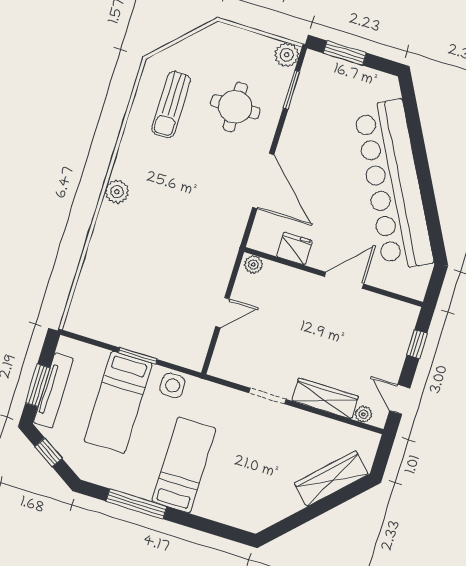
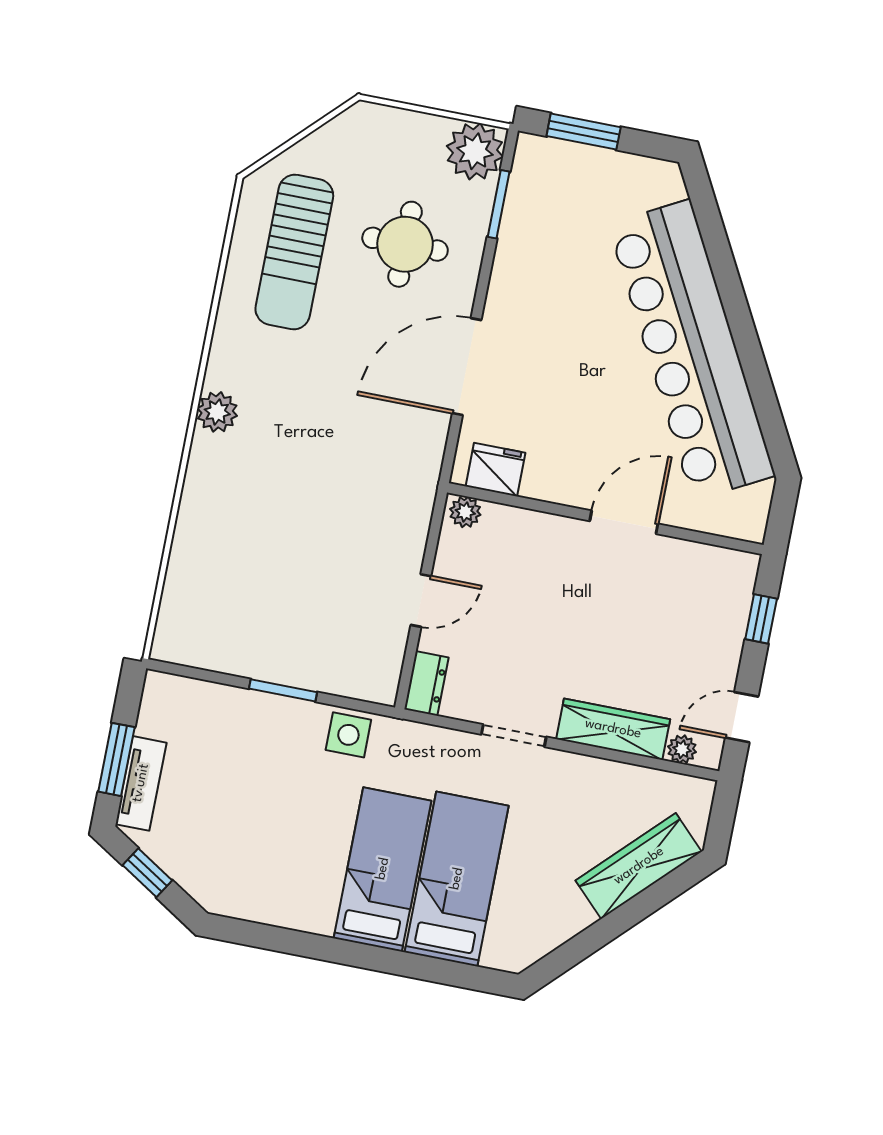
plant: (287, 55) -> (475, 151), width x1.36, depth x1.36
sun lounger: (171, 105) -> (294, 252), width x1.36, depth x1.34
door: (263, 181) -> (467, 367), swing flipped
fridge: (294, 248) -> (495, 470), moved
dresser: (221, 361) -> (426, 683), added
tv unit: (53, 390) -> (141, 783), width x0.71
door: (400, 399) -> (742, 717), hinge flipped
bed: (118, 402) -> (457, 879), moved, turned 180
window: (136, 504) -> (308, 945), removed

